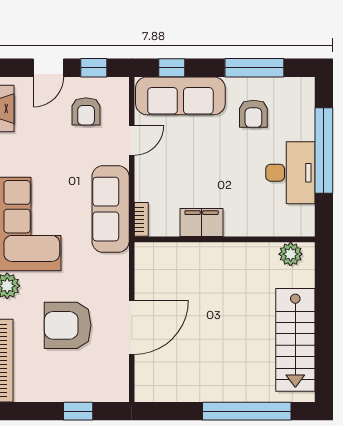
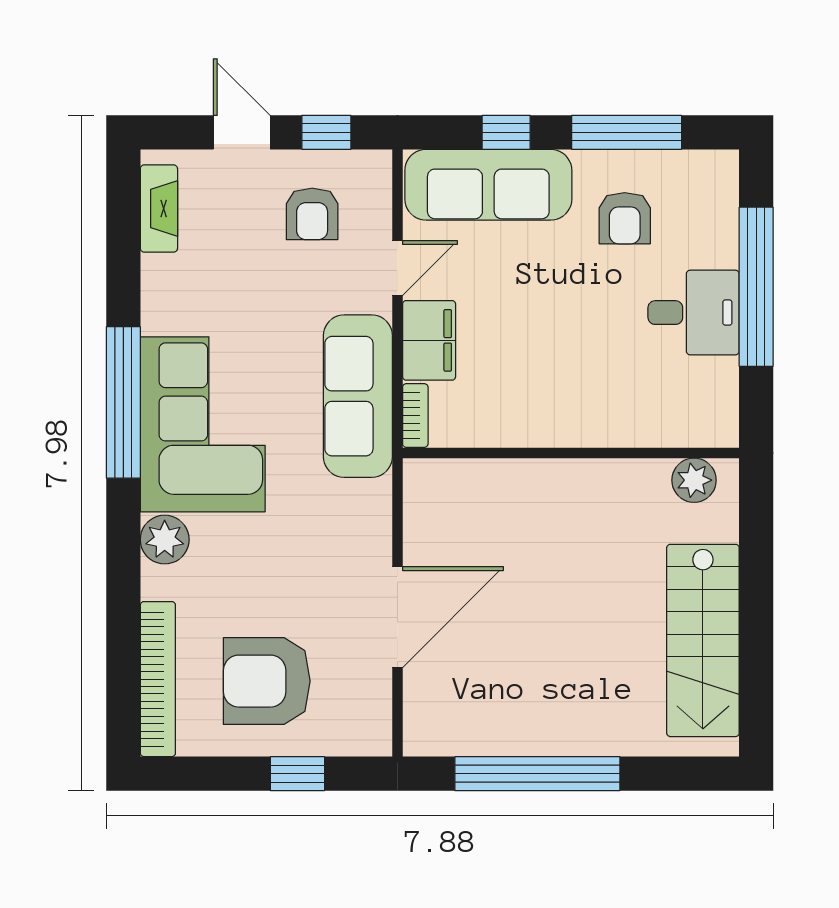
door: (48, 68) -> (242, 132), swing flipped
window: (172, 68) -> (506, 132), moved
desk: (290, 173) -> (694, 313), width x0.73
filing cabinet: (202, 223) -> (429, 340), moved, turned 90
armchair: (68, 325) -> (267, 681), moved
window: (247, 411) -> (537, 774), moved

